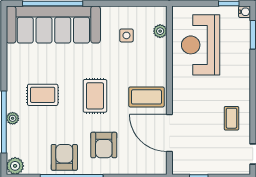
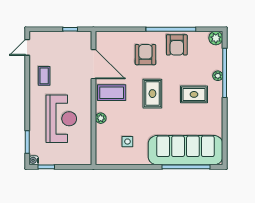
plant: (160, 31) -> (101, 118), moved
reception desk: (201, 45) -> (61, 119), moved

